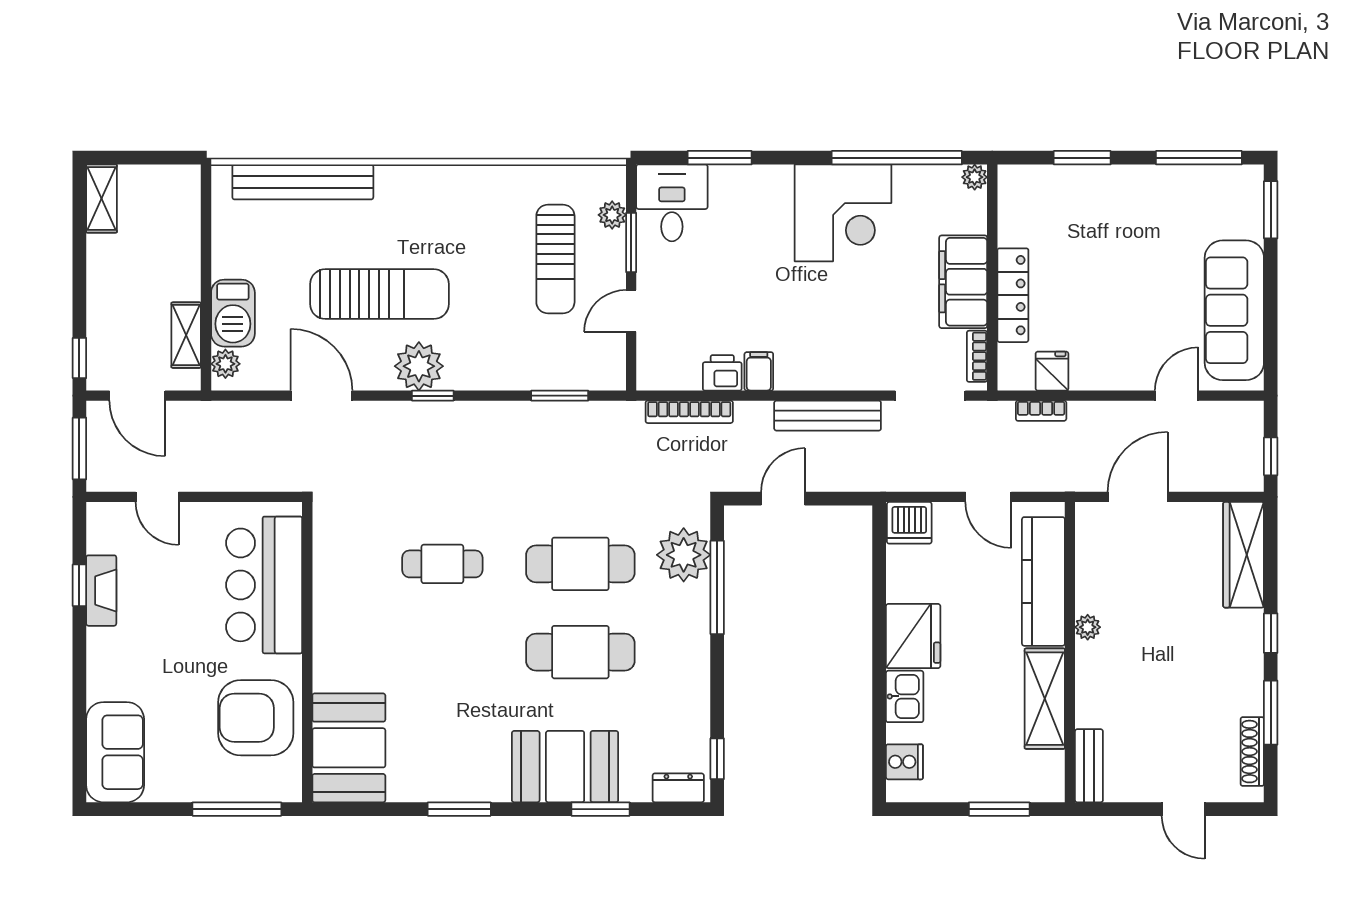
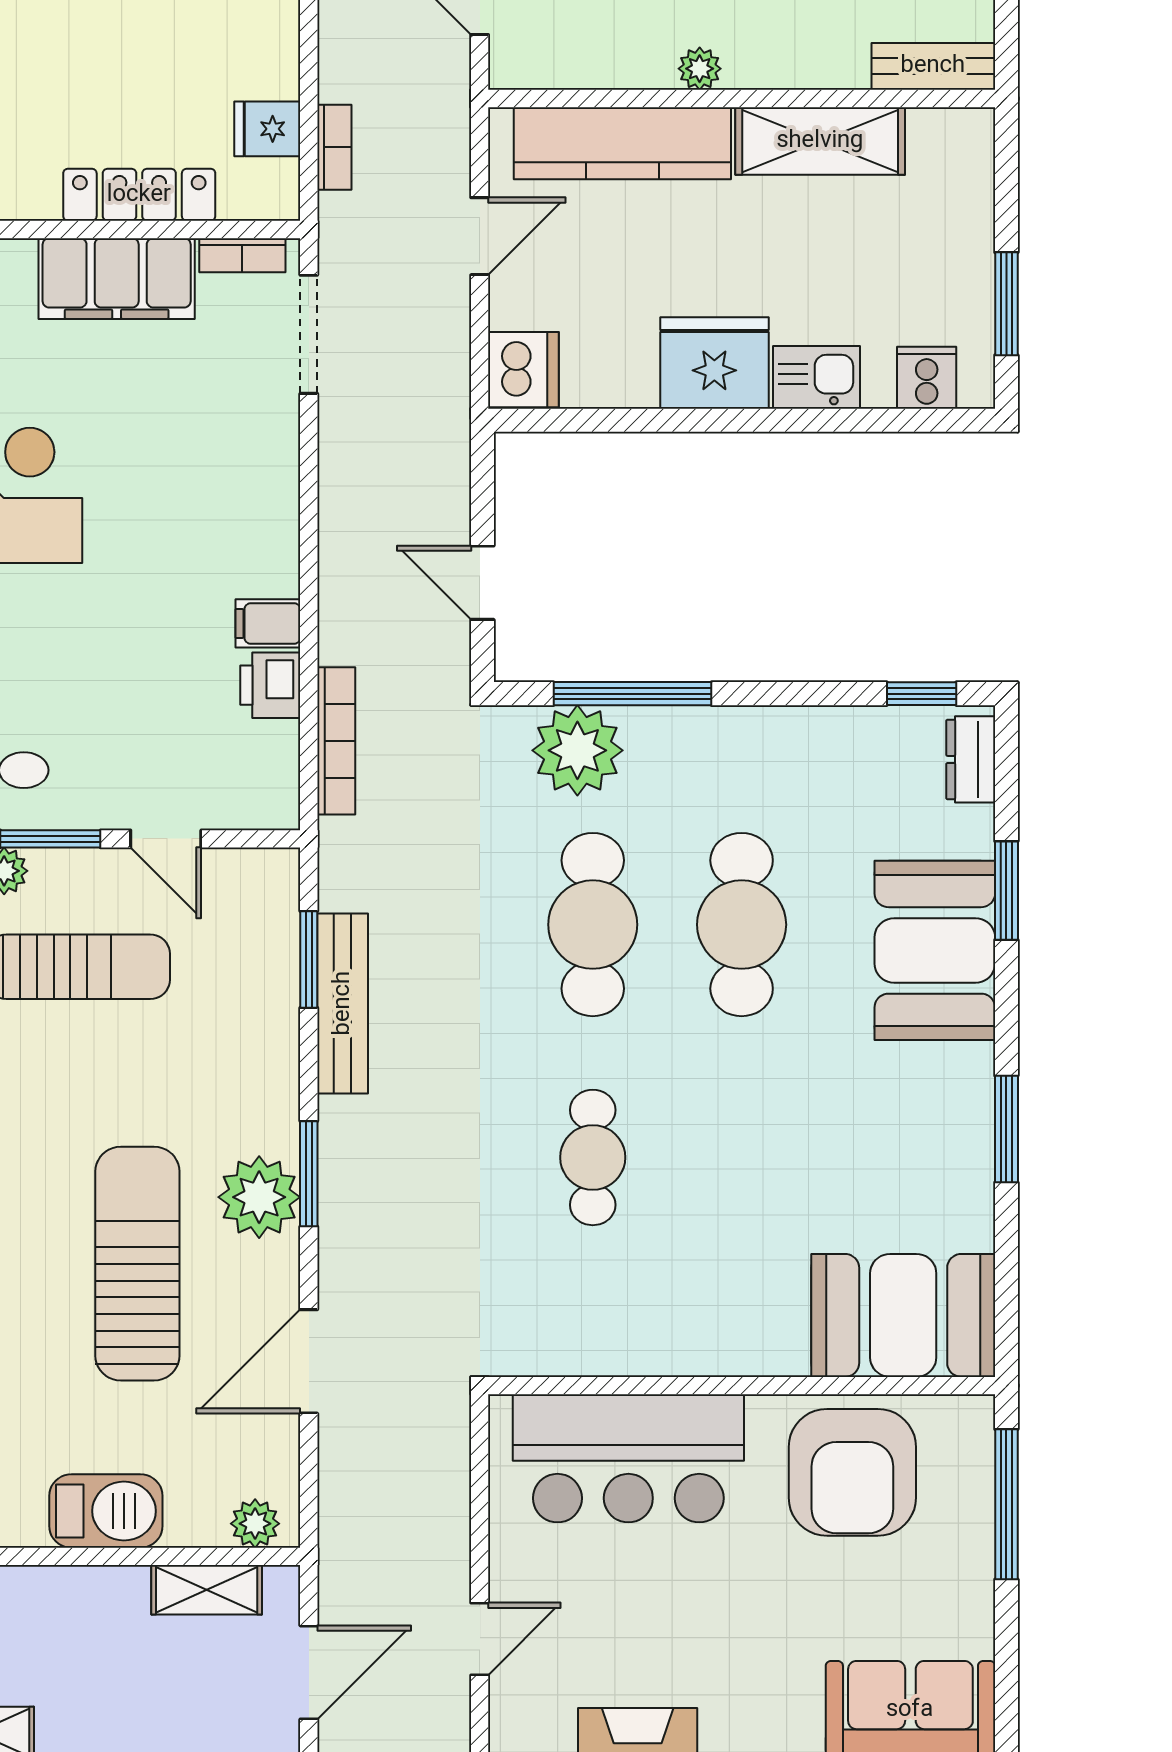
barbecue: (233, 313) -> (106, 1511), moved
window: (433, 396) -> (309, 1174), width x1.50
bench: (828, 416) -> (343, 1003), moved
window: (999, 809) -> (1006, 304), moved

